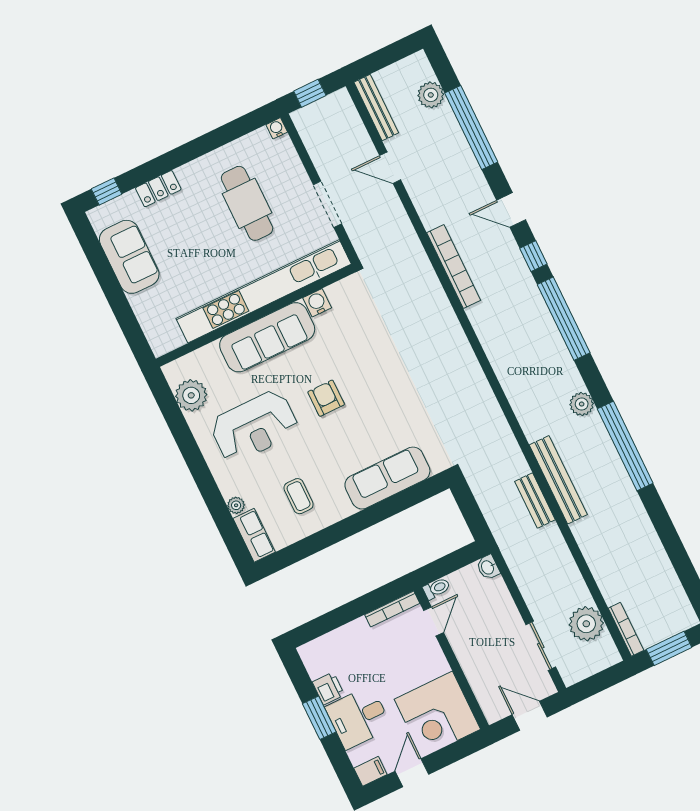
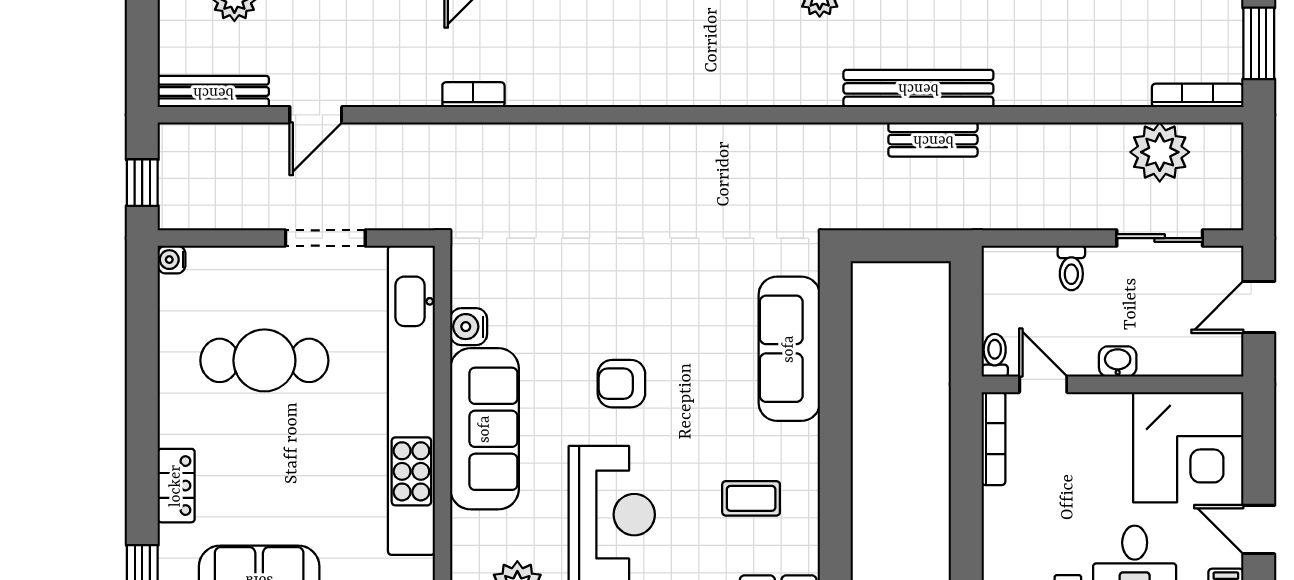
bookcase: (454, 267) -> (473, 95), width x0.43, depth x0.76
washbasin: (488, 567) -> (1118, 361), moved, turned 180
toilet: (502, 607) -> (1071, 268), added

